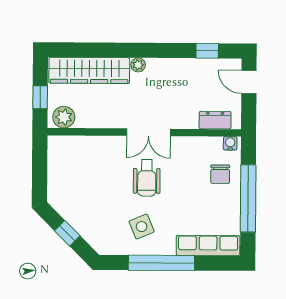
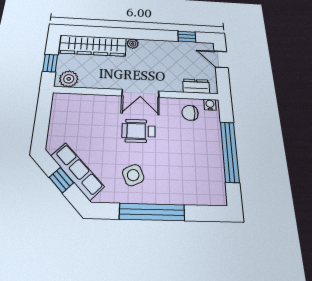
chair: (220, 174) -> (190, 113), moved, turned 90
wheelchair: (147, 178) -> (139, 131), turned 90
row of seats: (208, 245) -> (77, 171), moved, turned 45

